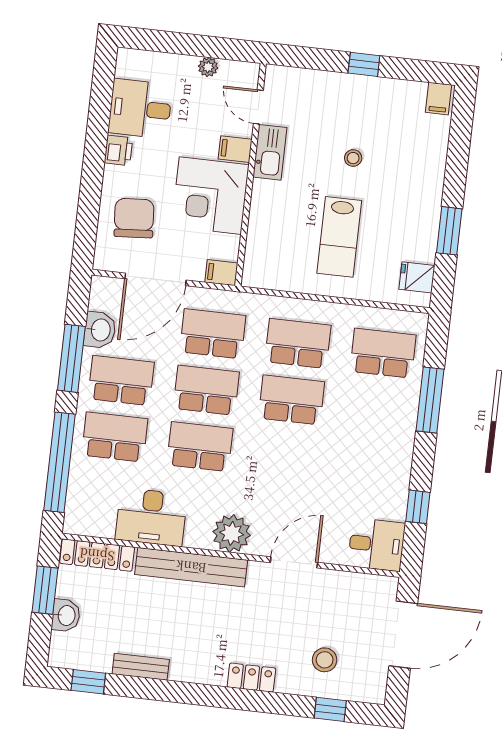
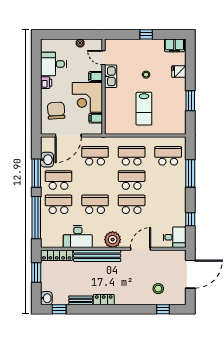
filing cabinet: (439, 99) -> (174, 45), width x2.00
filing cabinet: (221, 273) -> (96, 118), moved
fridge: (417, 277) -> (179, 72), moved
school desk: (206, 390) -> (132, 204), moved
washbasin: (66, 615) -> (46, 298), moved
locker: (251, 678) -> (104, 300), moved

